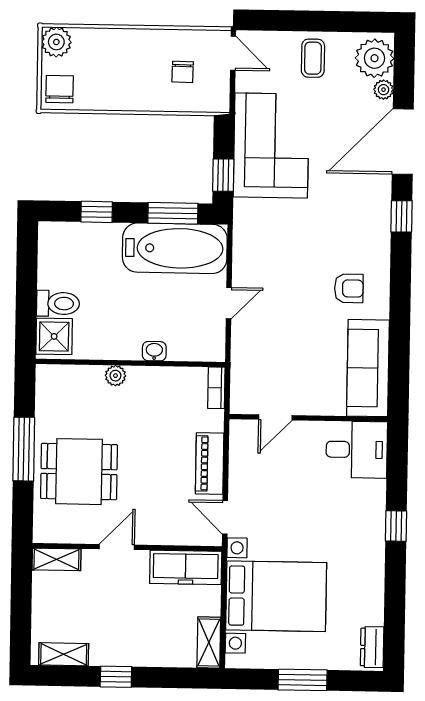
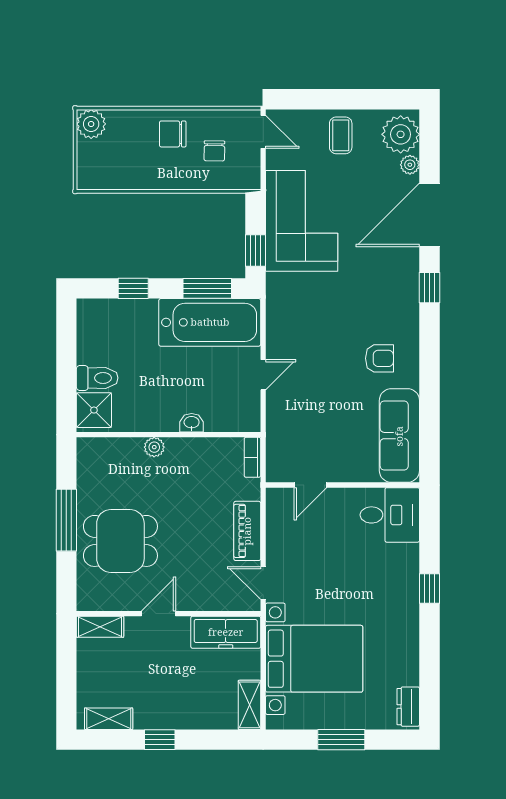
chair: (60, 89) -> (173, 134), moved, turned -90

